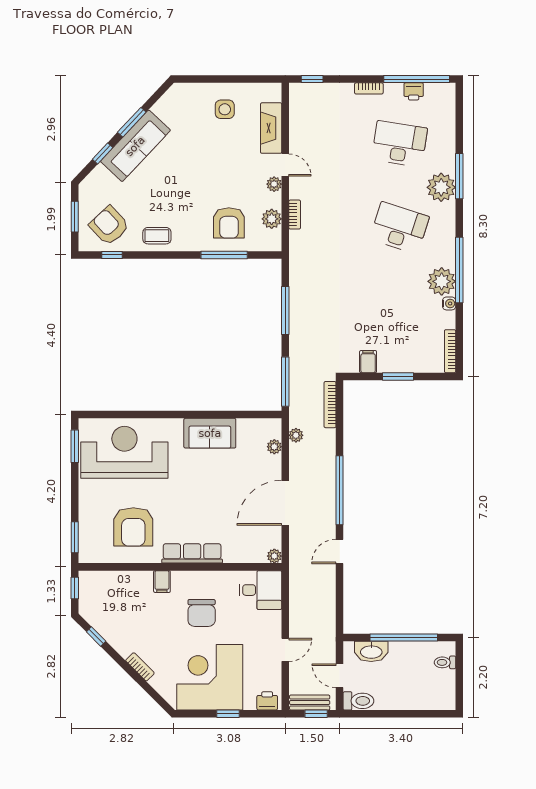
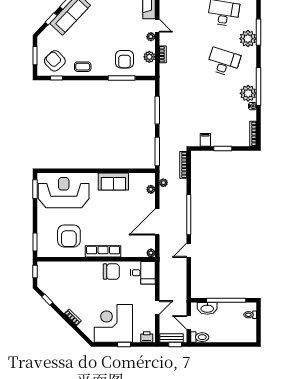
filing cabinet: (162, 582) -> (86, 268), removed
chair: (202, 613) -> (111, 272), moved, turned -90

